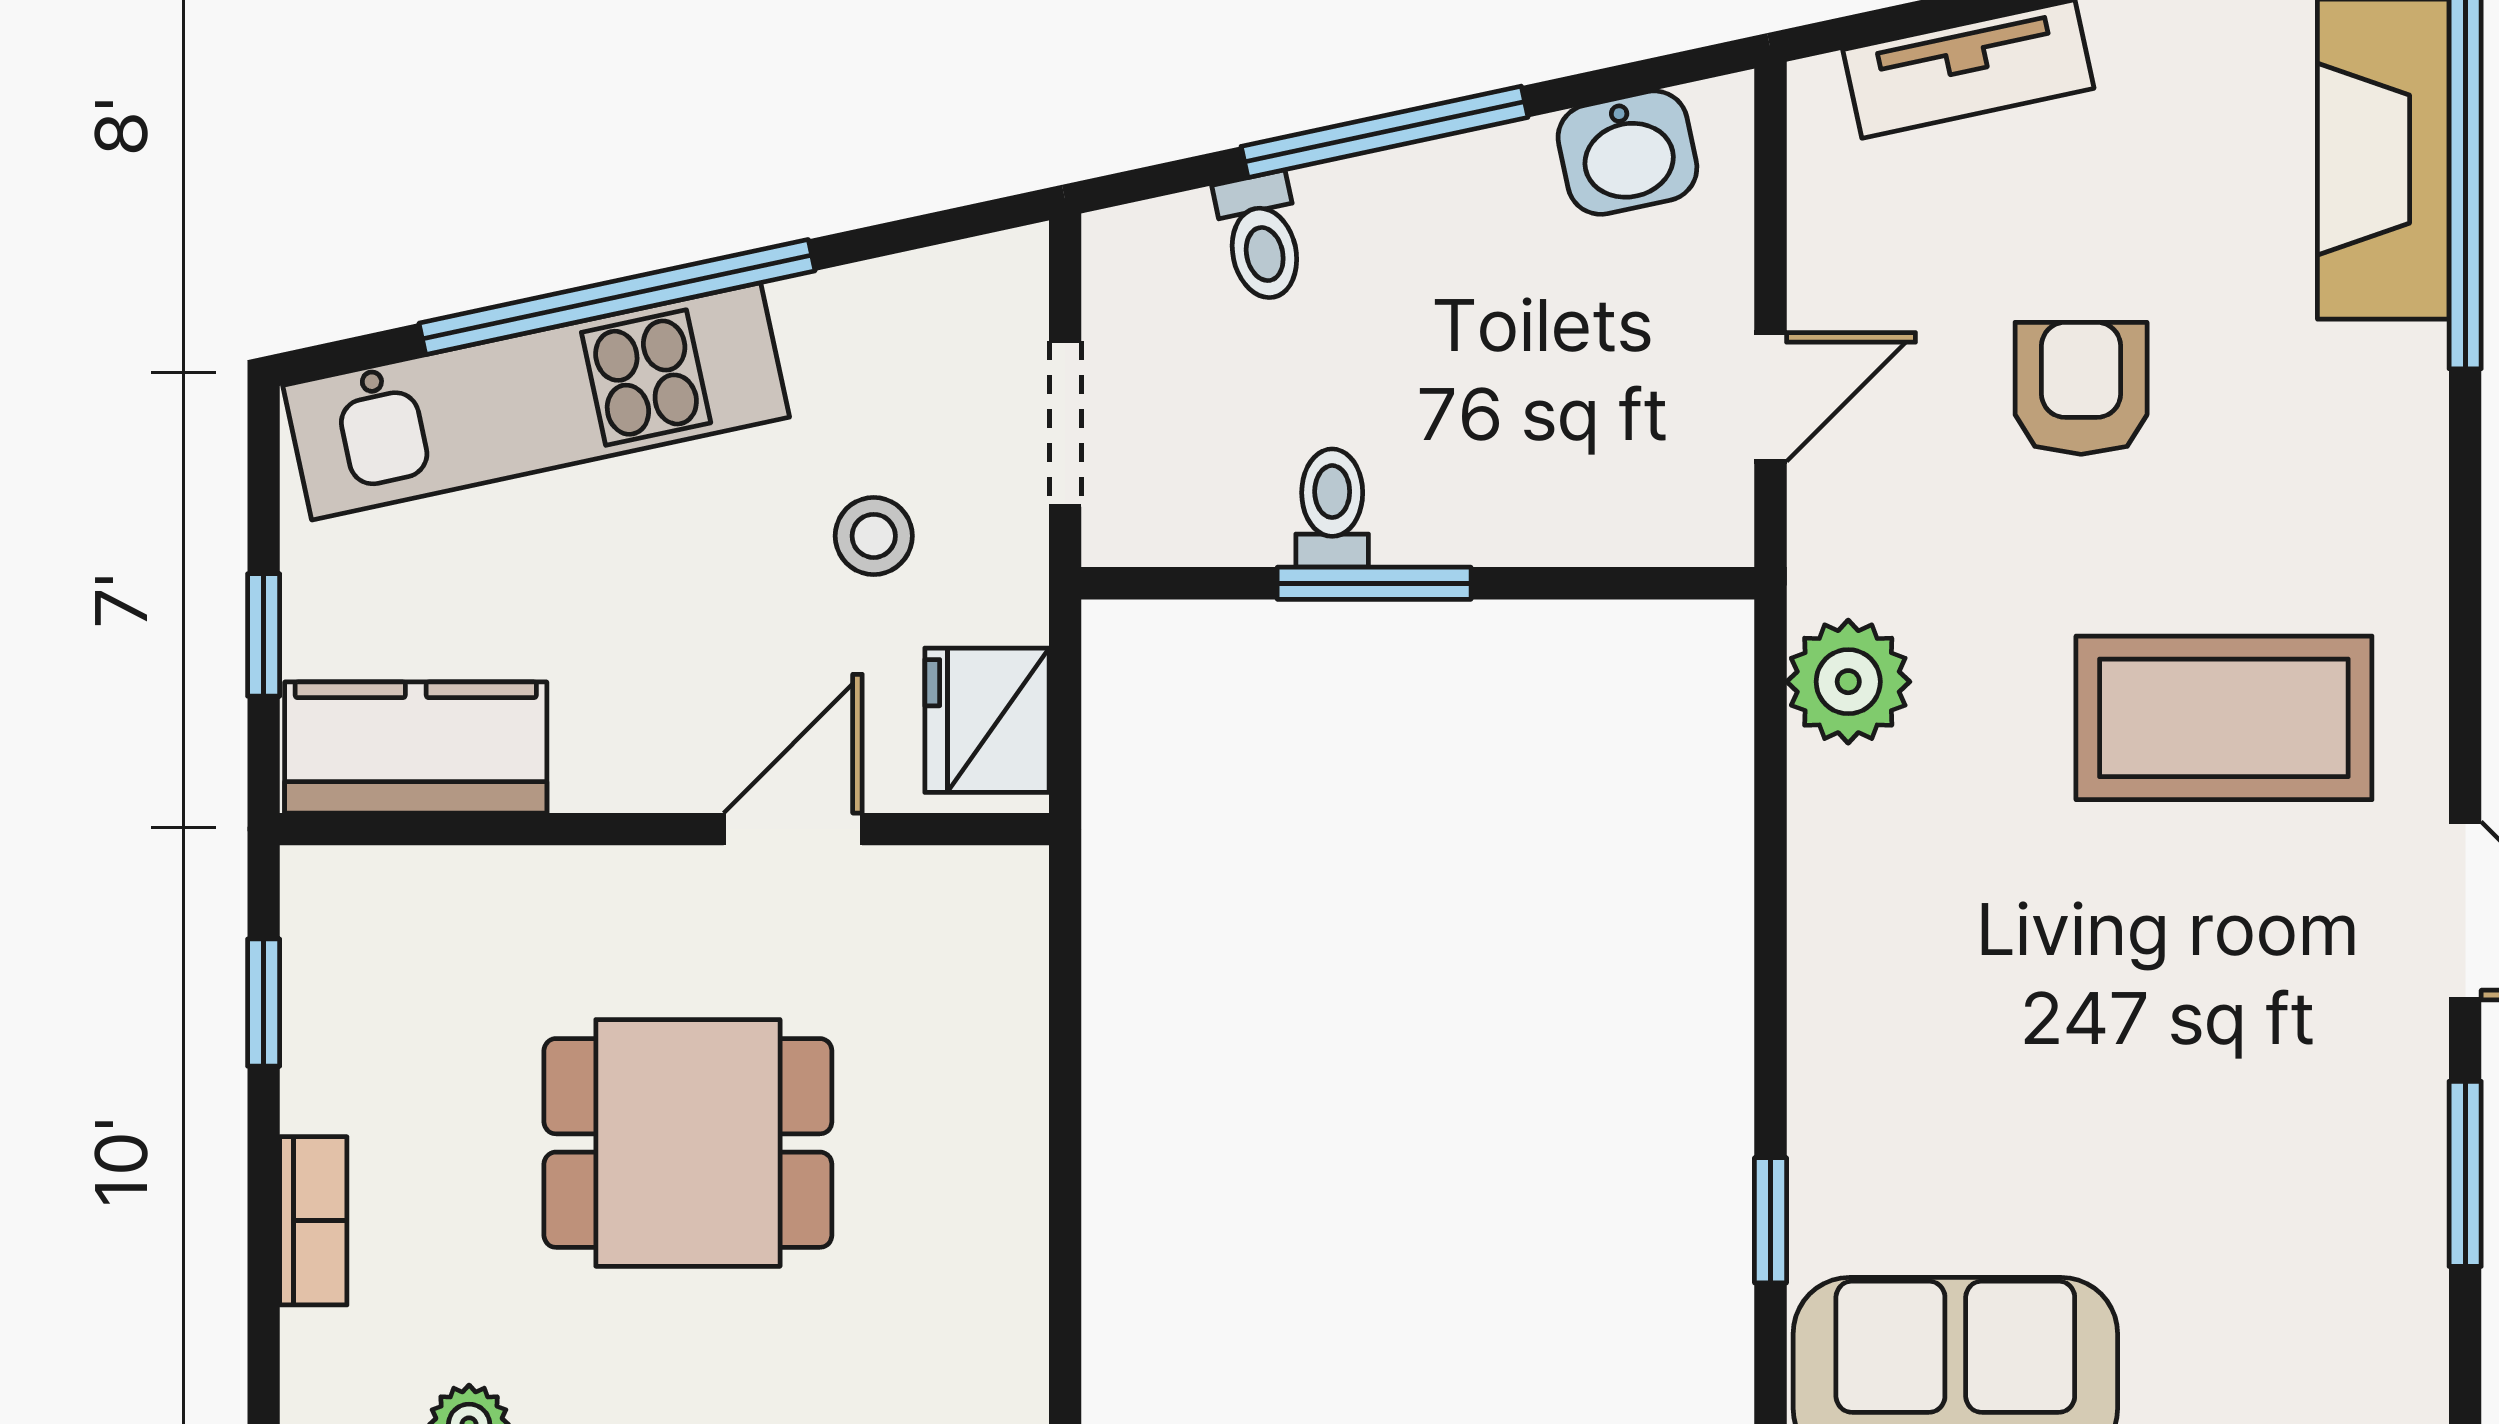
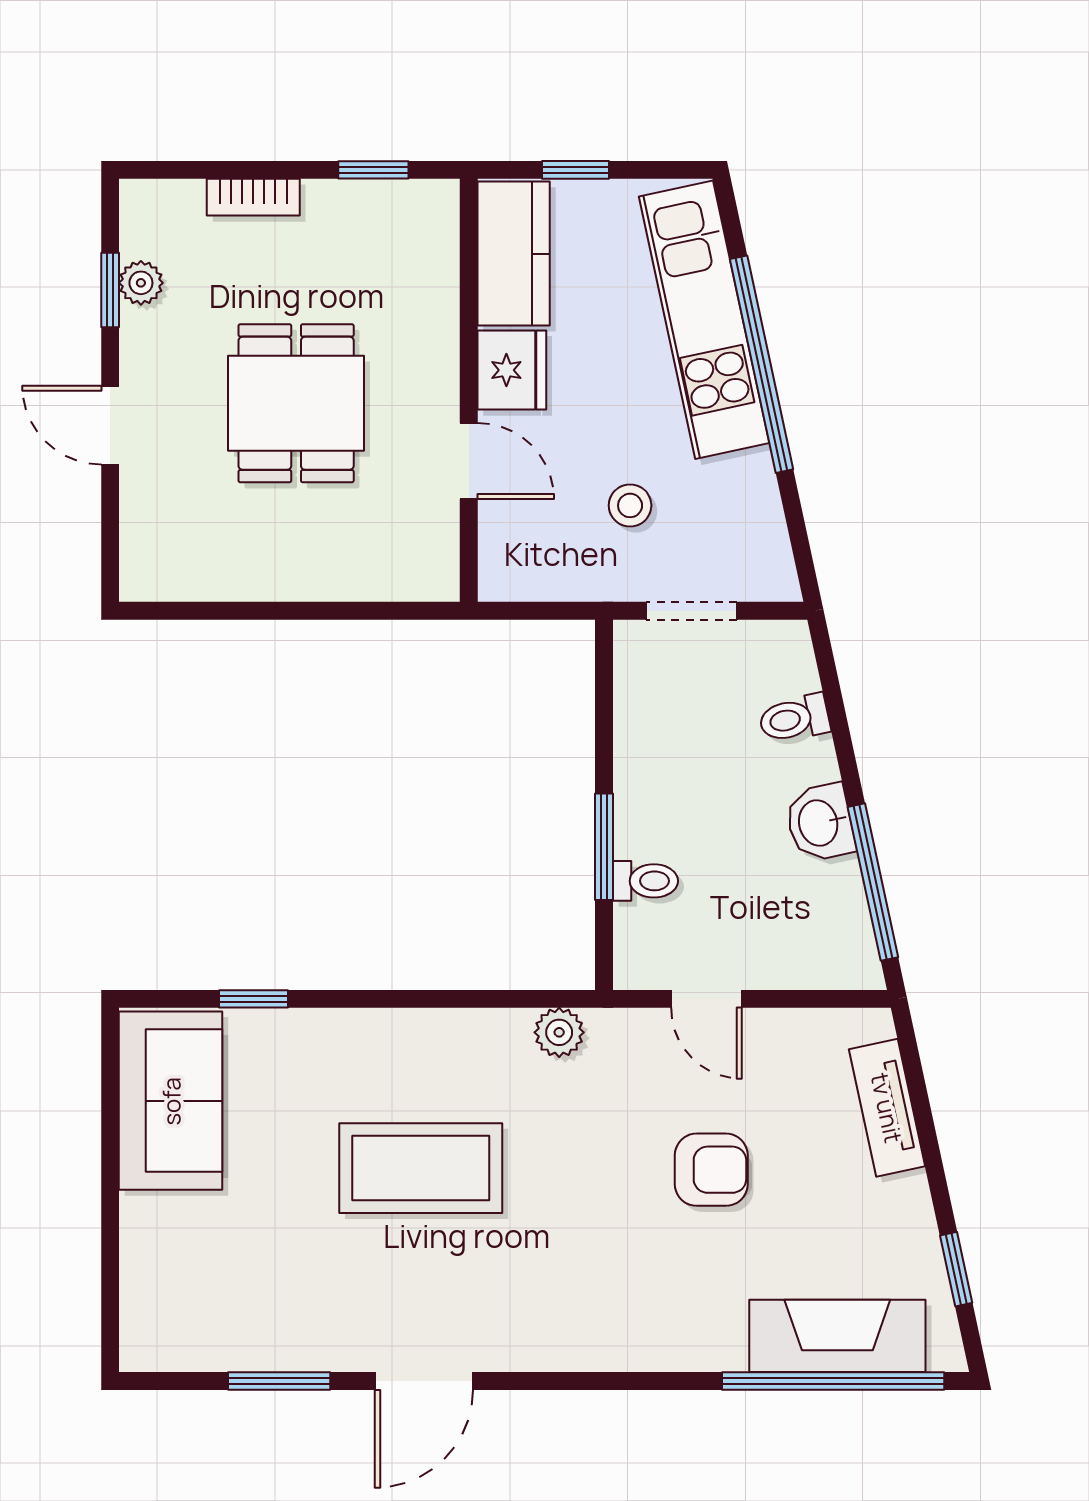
window: (1385, 132) -> (873, 882), moved
washbasin: (1627, 153) -> (820, 823), moved
toilet: (1332, 508) -> (645, 881), moved
window: (1374, 583) -> (604, 847), moved
plant: (1848, 682) -> (559, 1032), width x0.73, depth x0.73
coffee table: (2224, 718) -> (421, 1168), moved, turned 90
fridge: (987, 720) -> (512, 370), moved, turned 90

